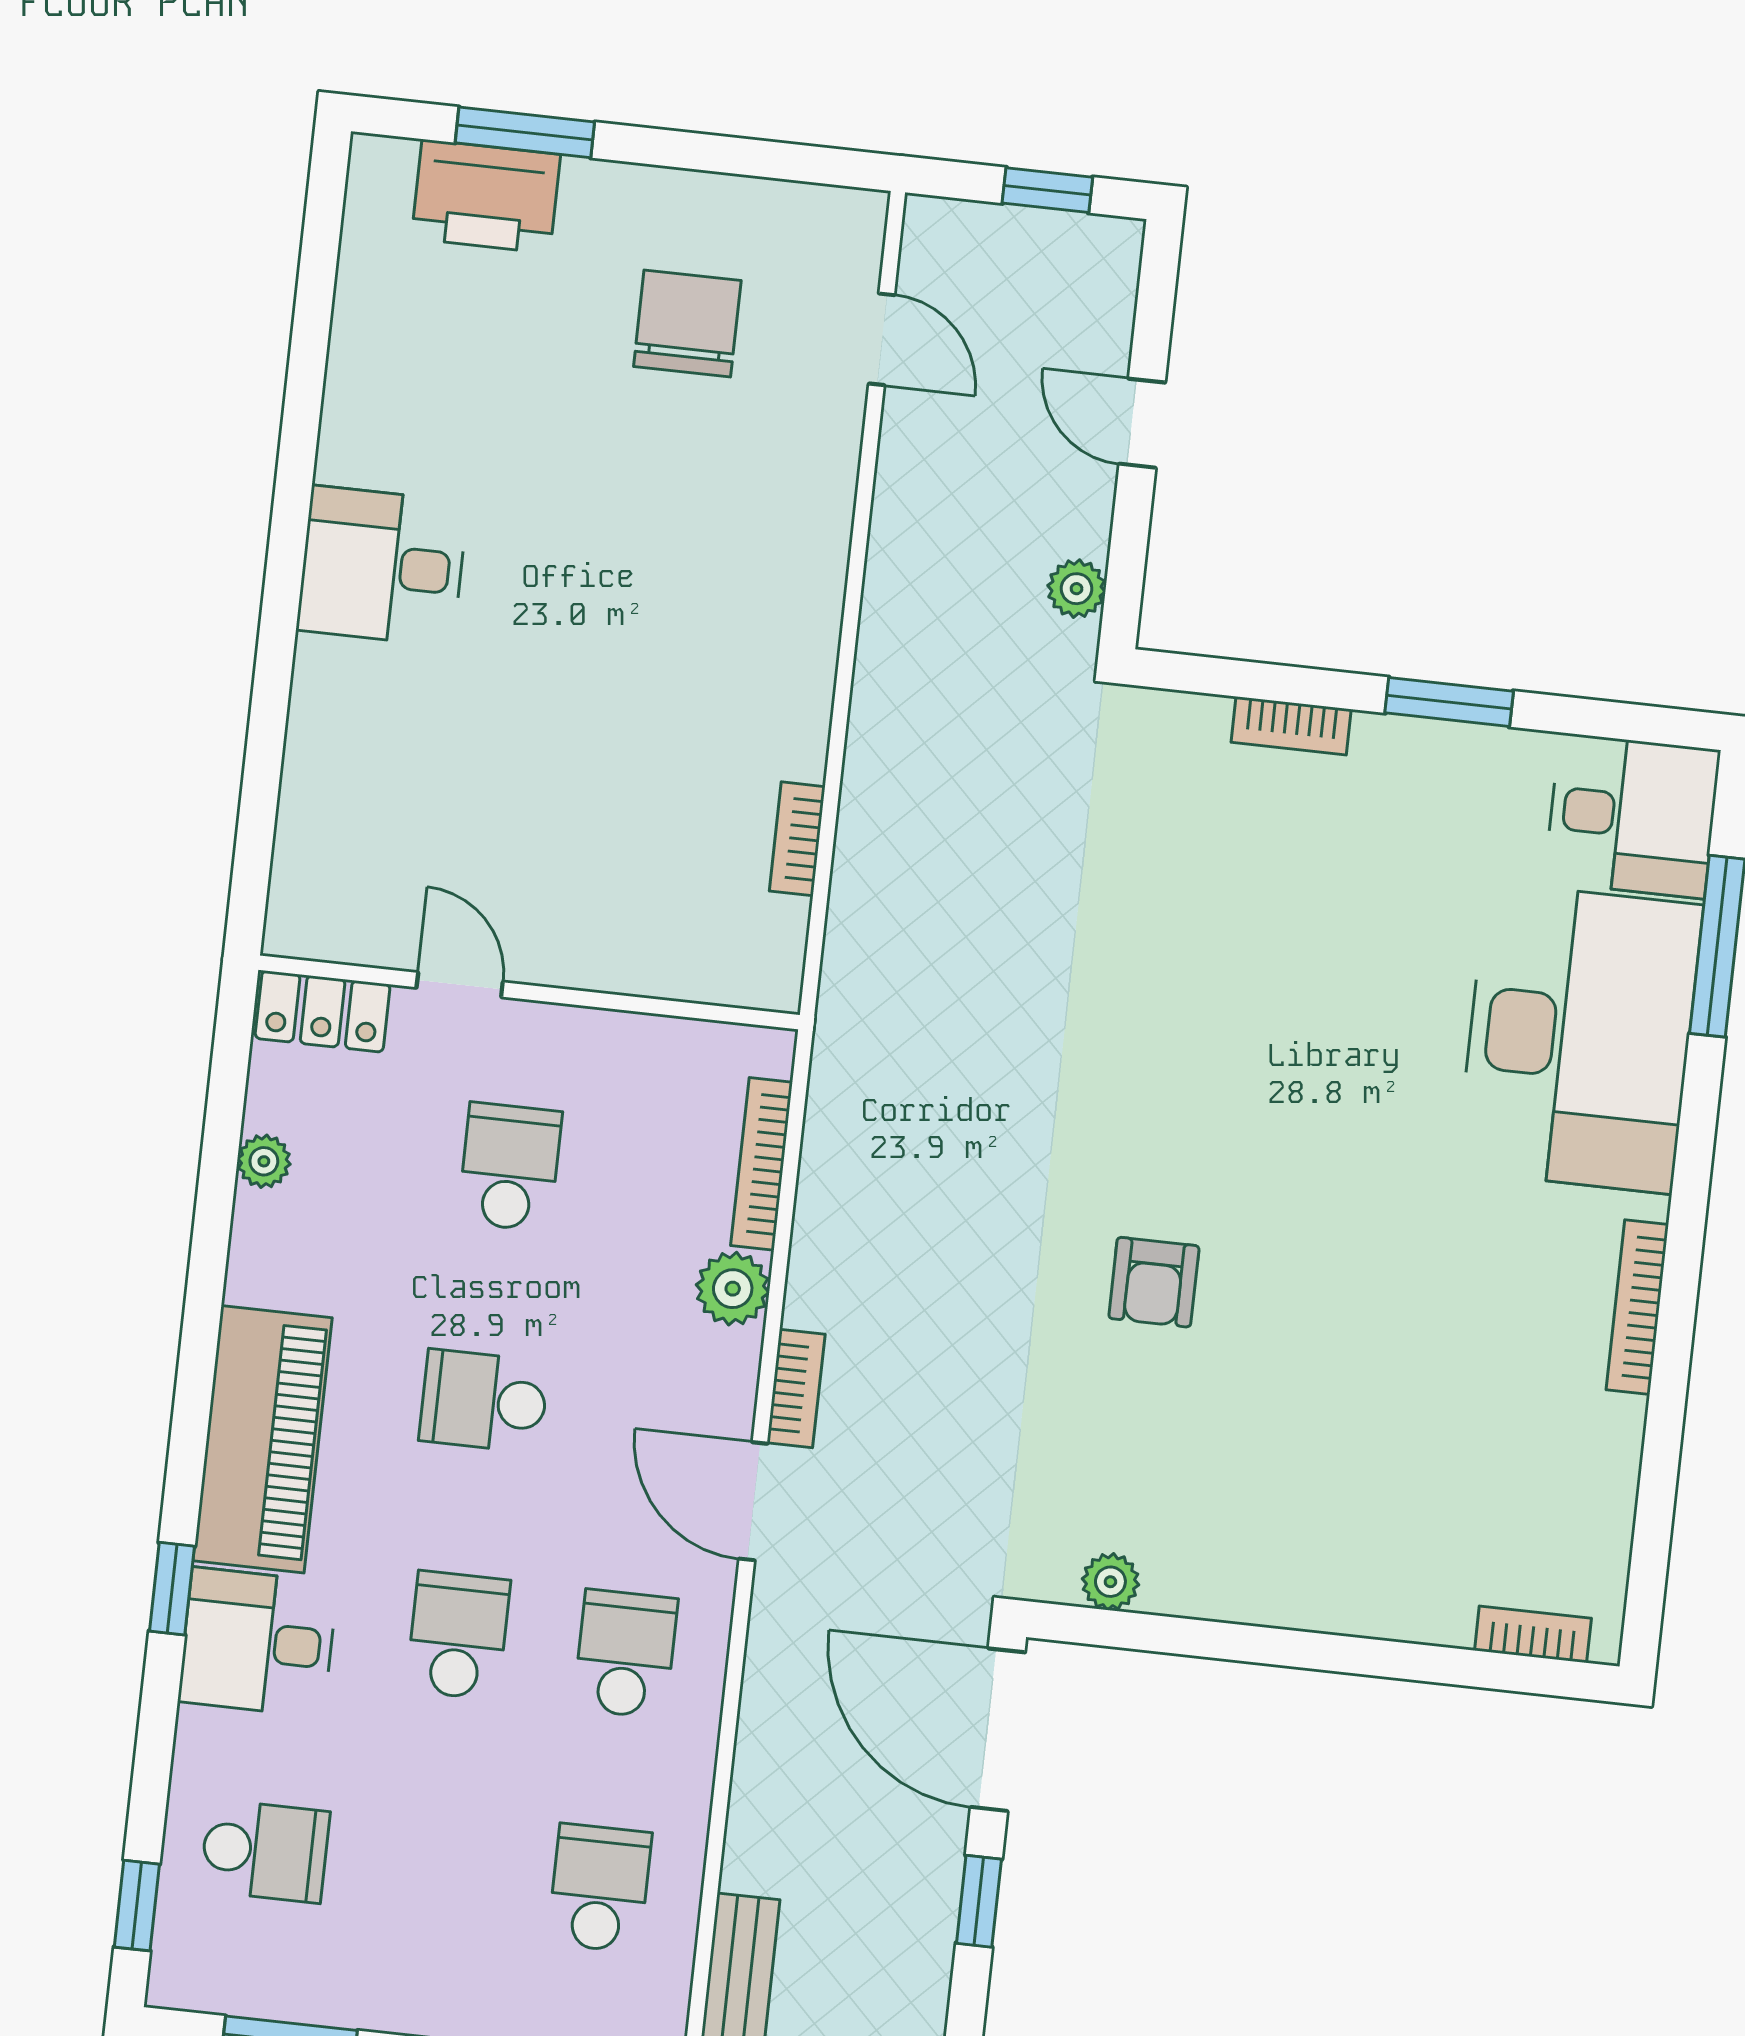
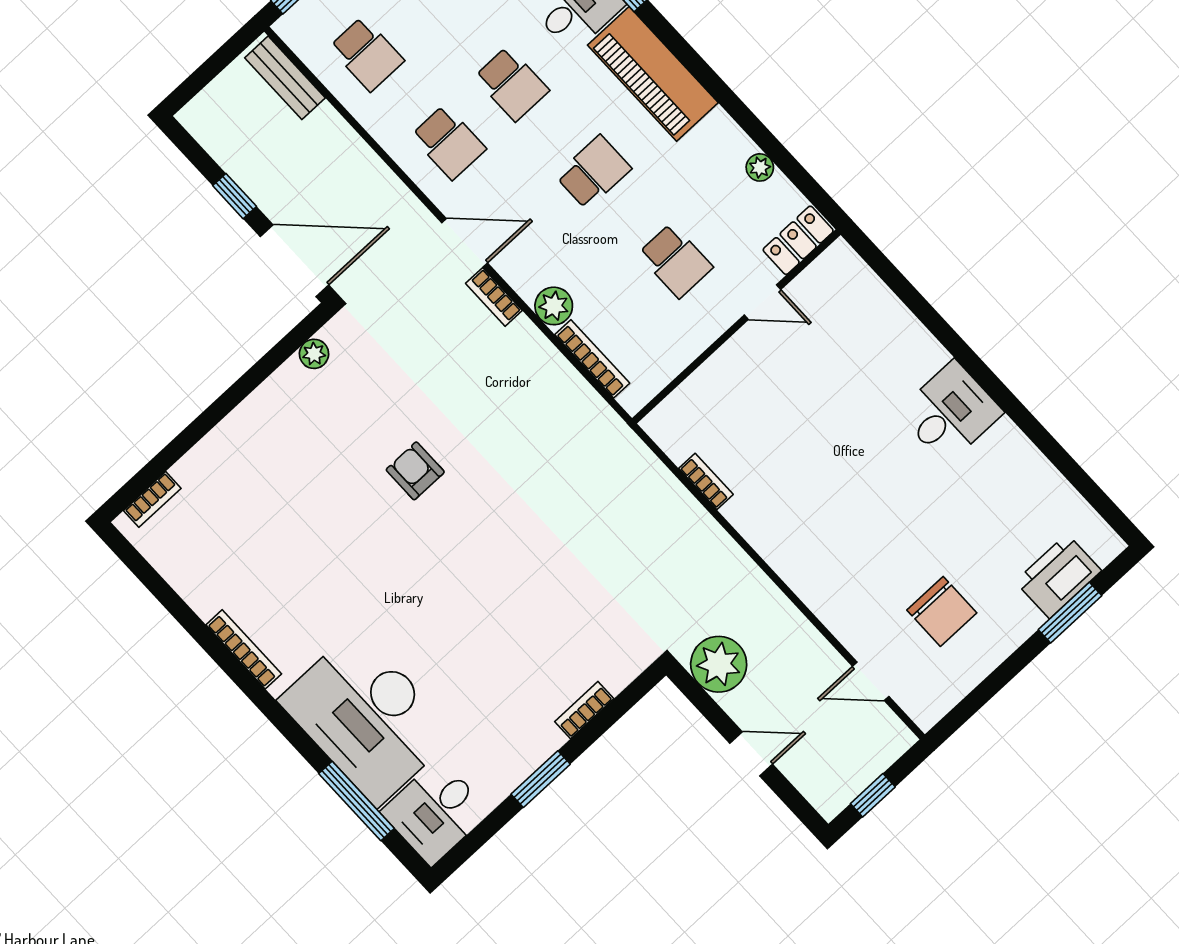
plant: (1077, 589) -> (719, 664), width x1.88, depth x1.88

